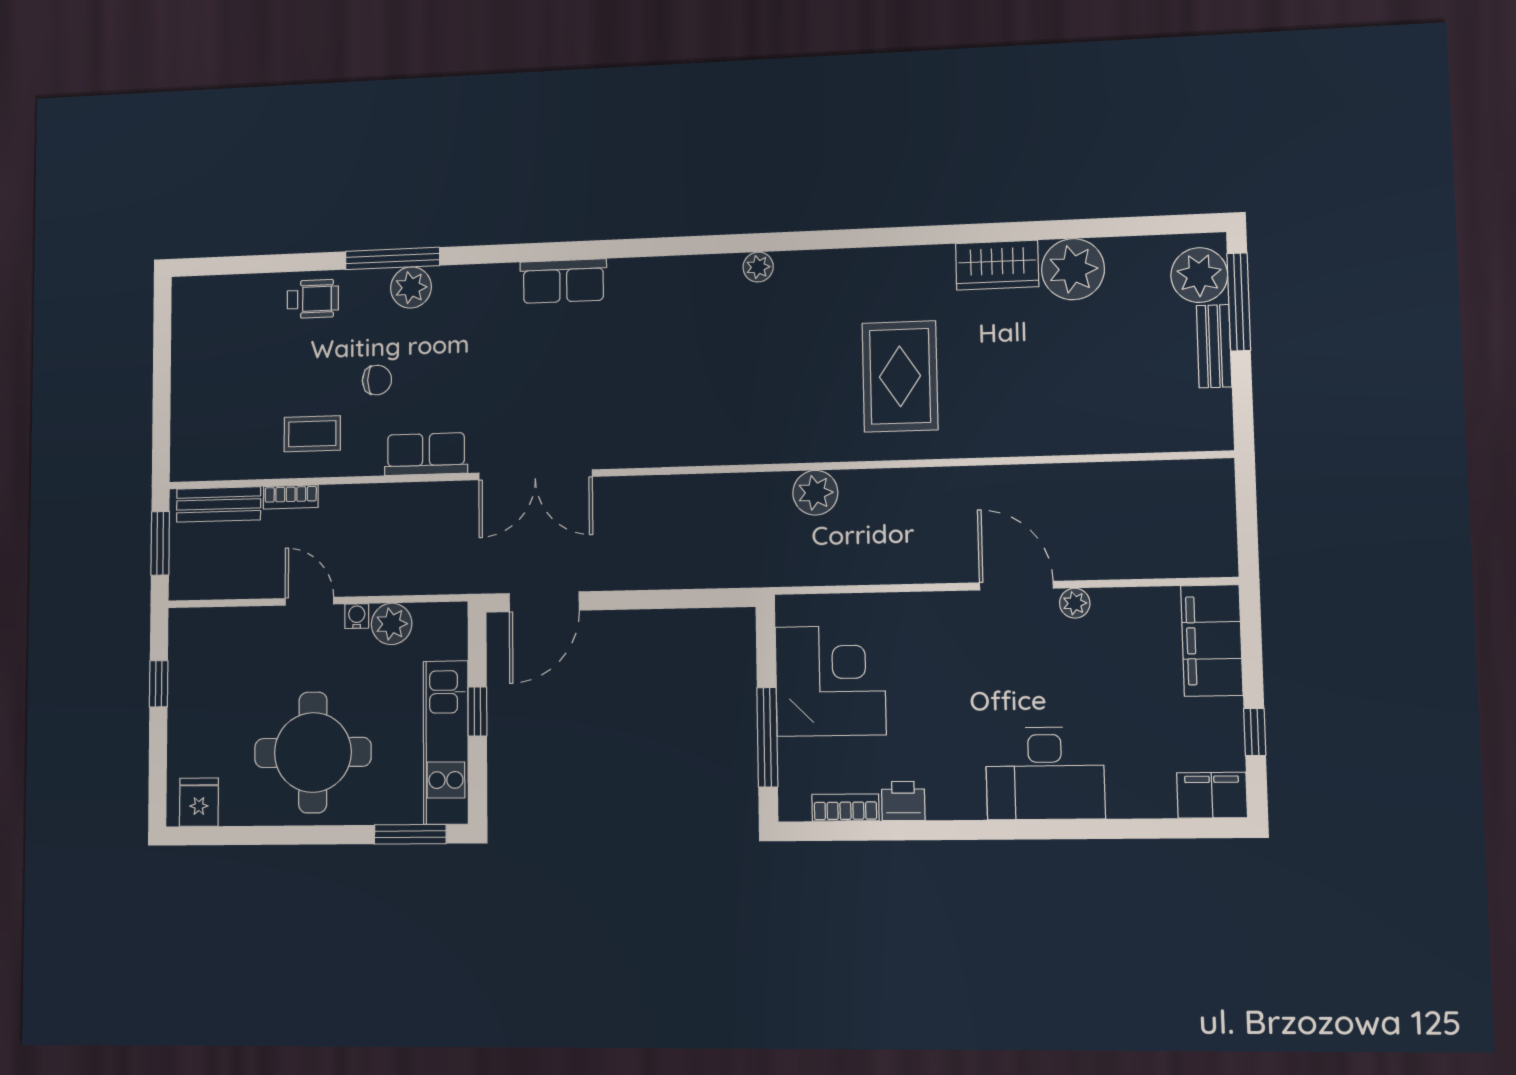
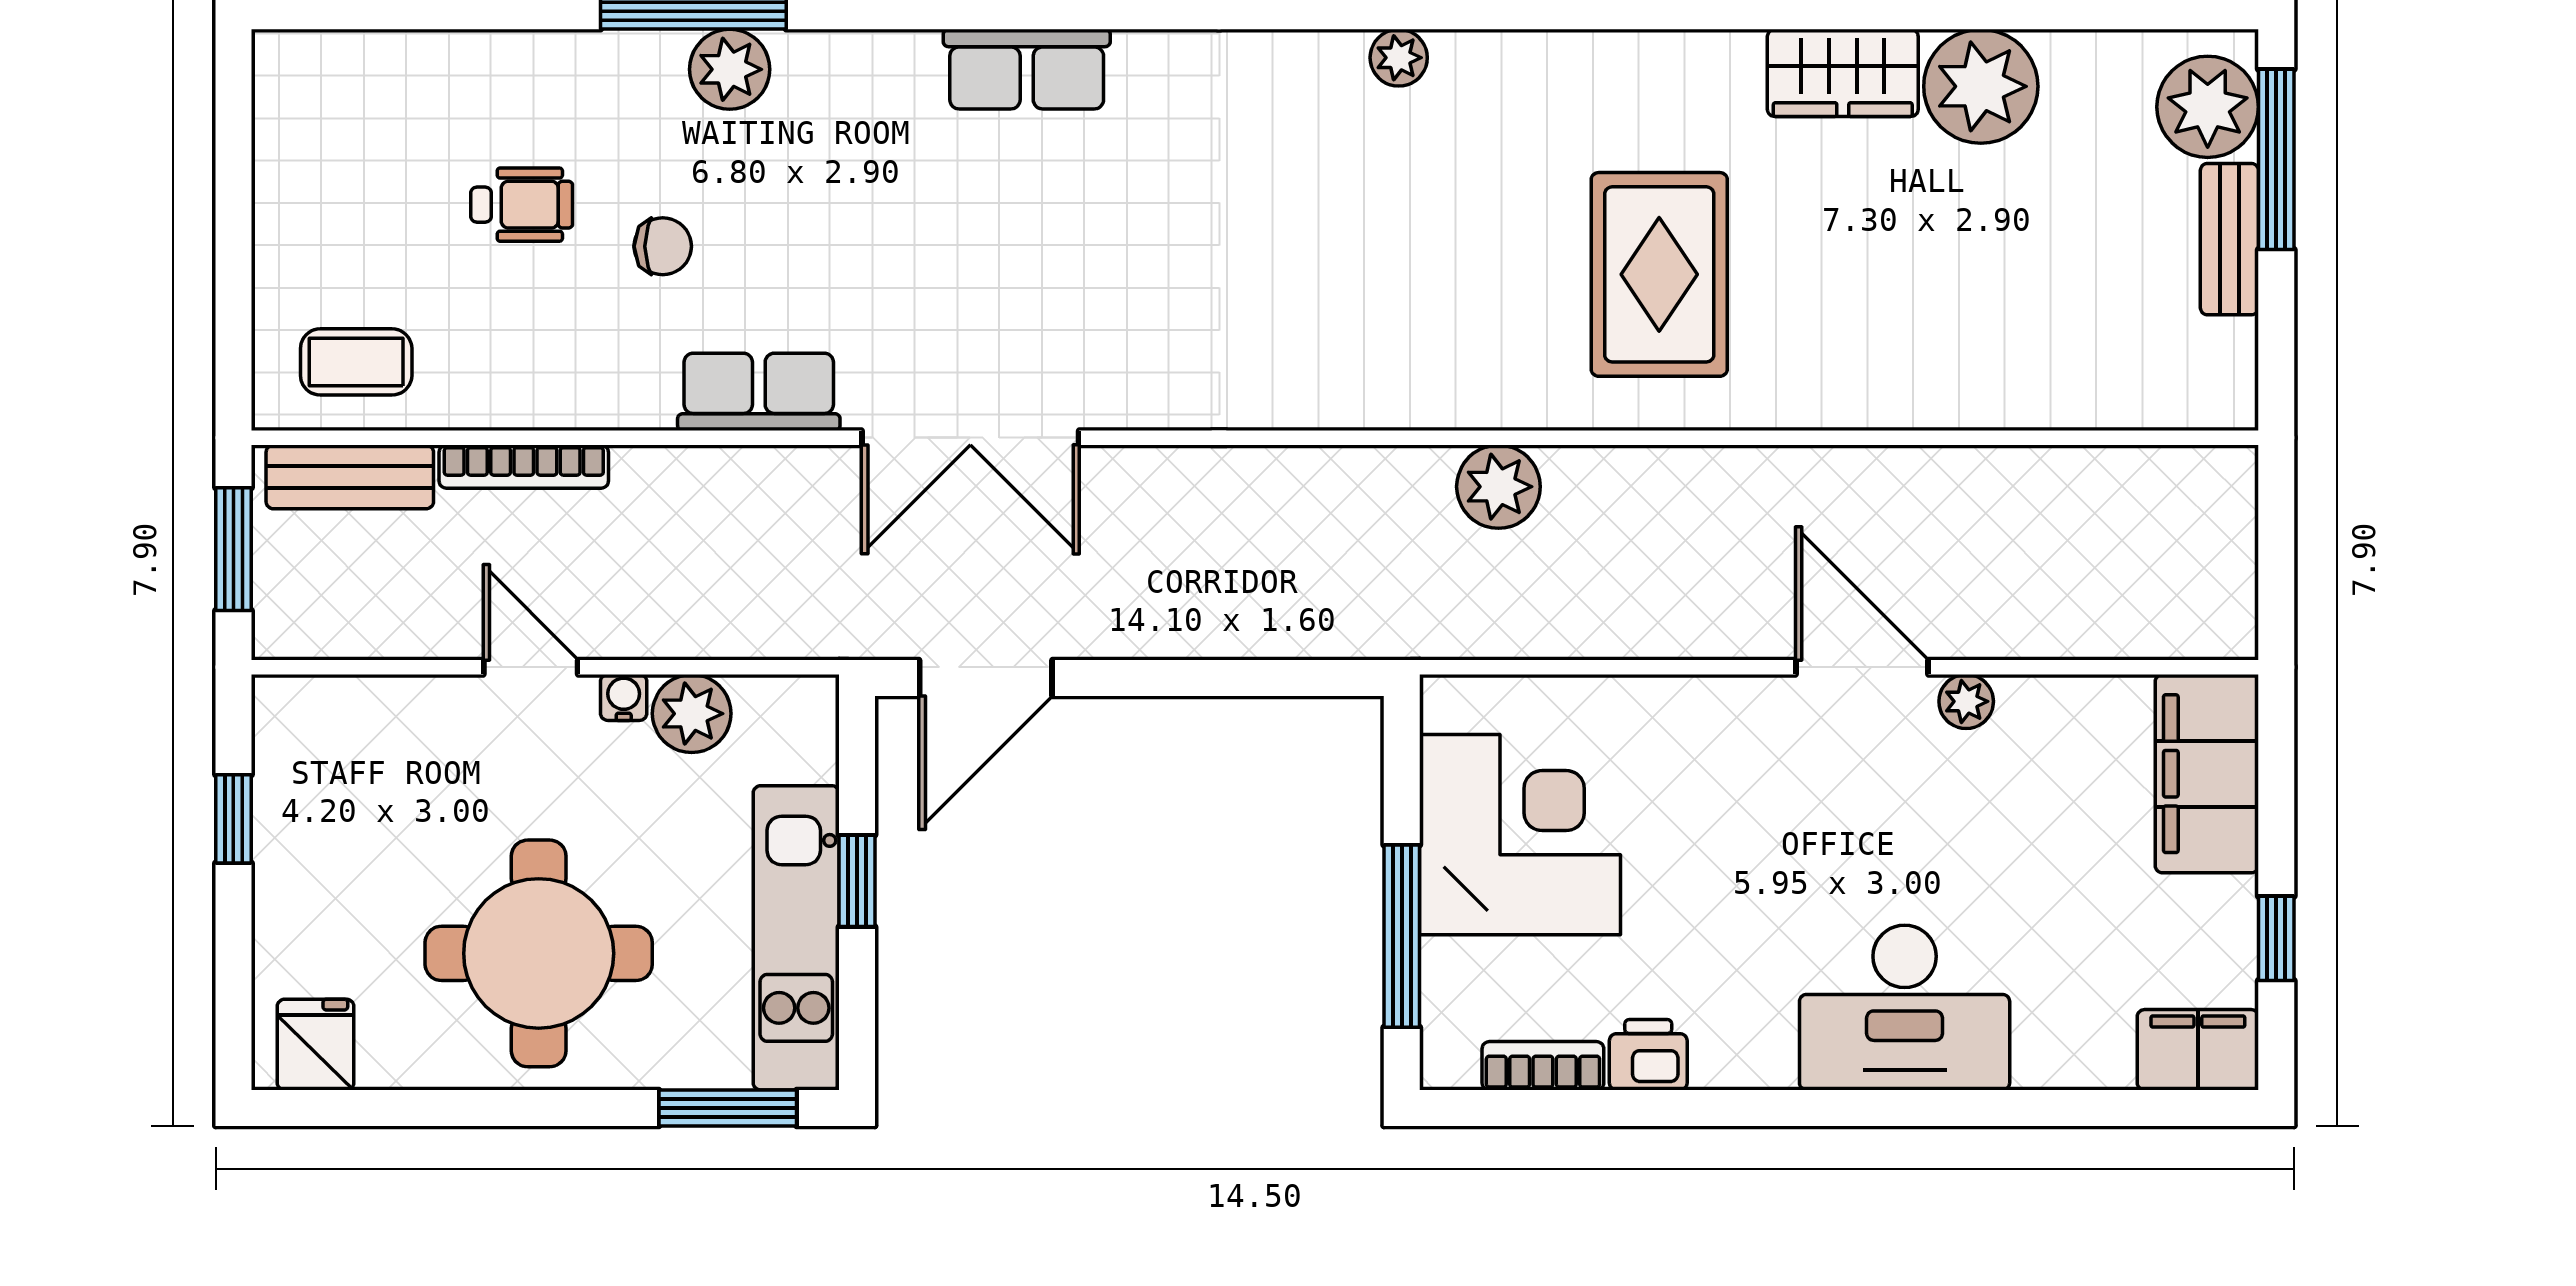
wheelchair: (313, 299) -> (522, 205), moved
coffee table: (312, 434) -> (356, 362), moved
bookcase: (291, 497) -> (524, 467), width x1.56

